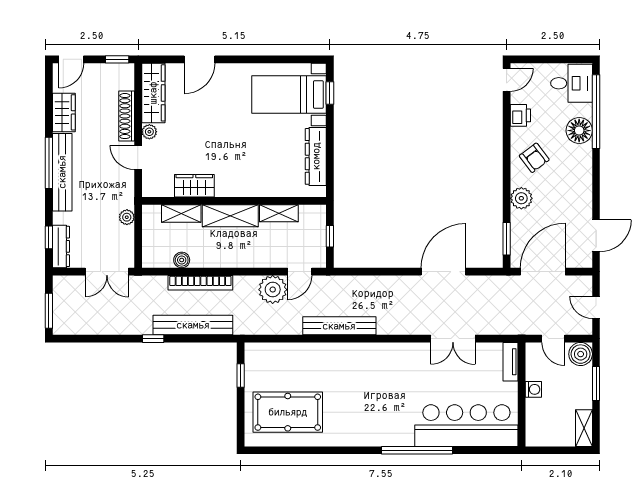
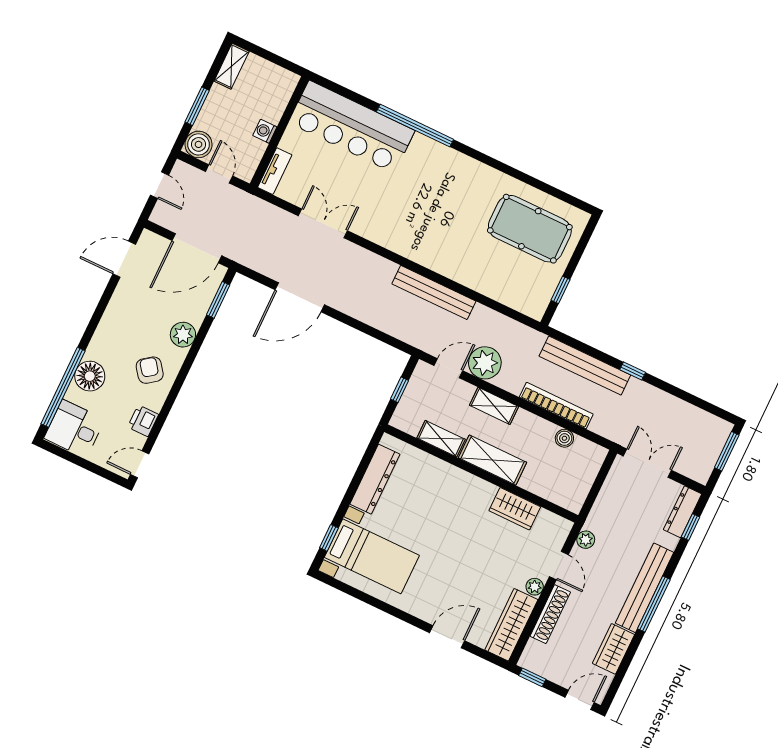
shelving: (181, 213) -> (494, 406), moved
plant: (127, 217) -> (586, 540), moved

